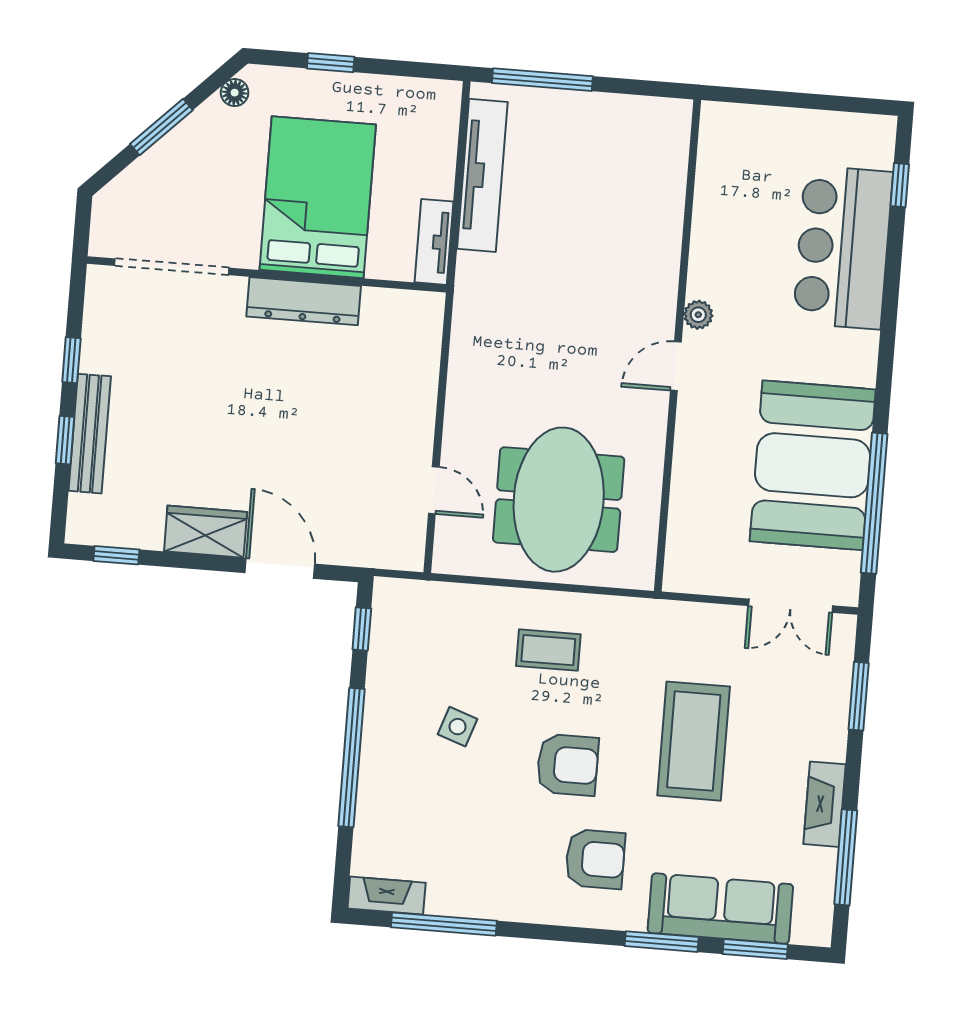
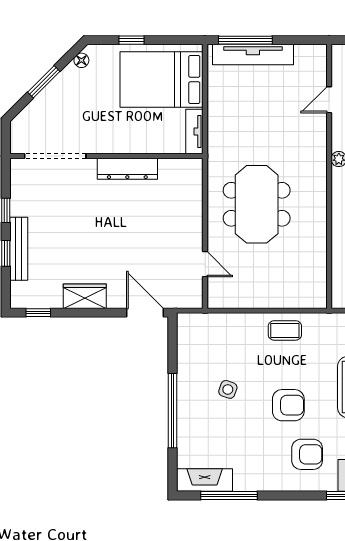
tv unit: (482, 175) -> (253, 55), moved, turned 90
bed: (318, 197) -> (162, 79), moved, turned -90
door: (676, 366) -> (329, 100), moved
meeting table: (559, 500) -> (257, 204), moved
door: (280, 568) -> (145, 313), moved
window: (362, 629) -> (172, 341), removed
coffee table: (548, 650) -> (285, 330), moved
fireplace: (387, 896) -> (205, 480), width x1.37, depth x1.32

